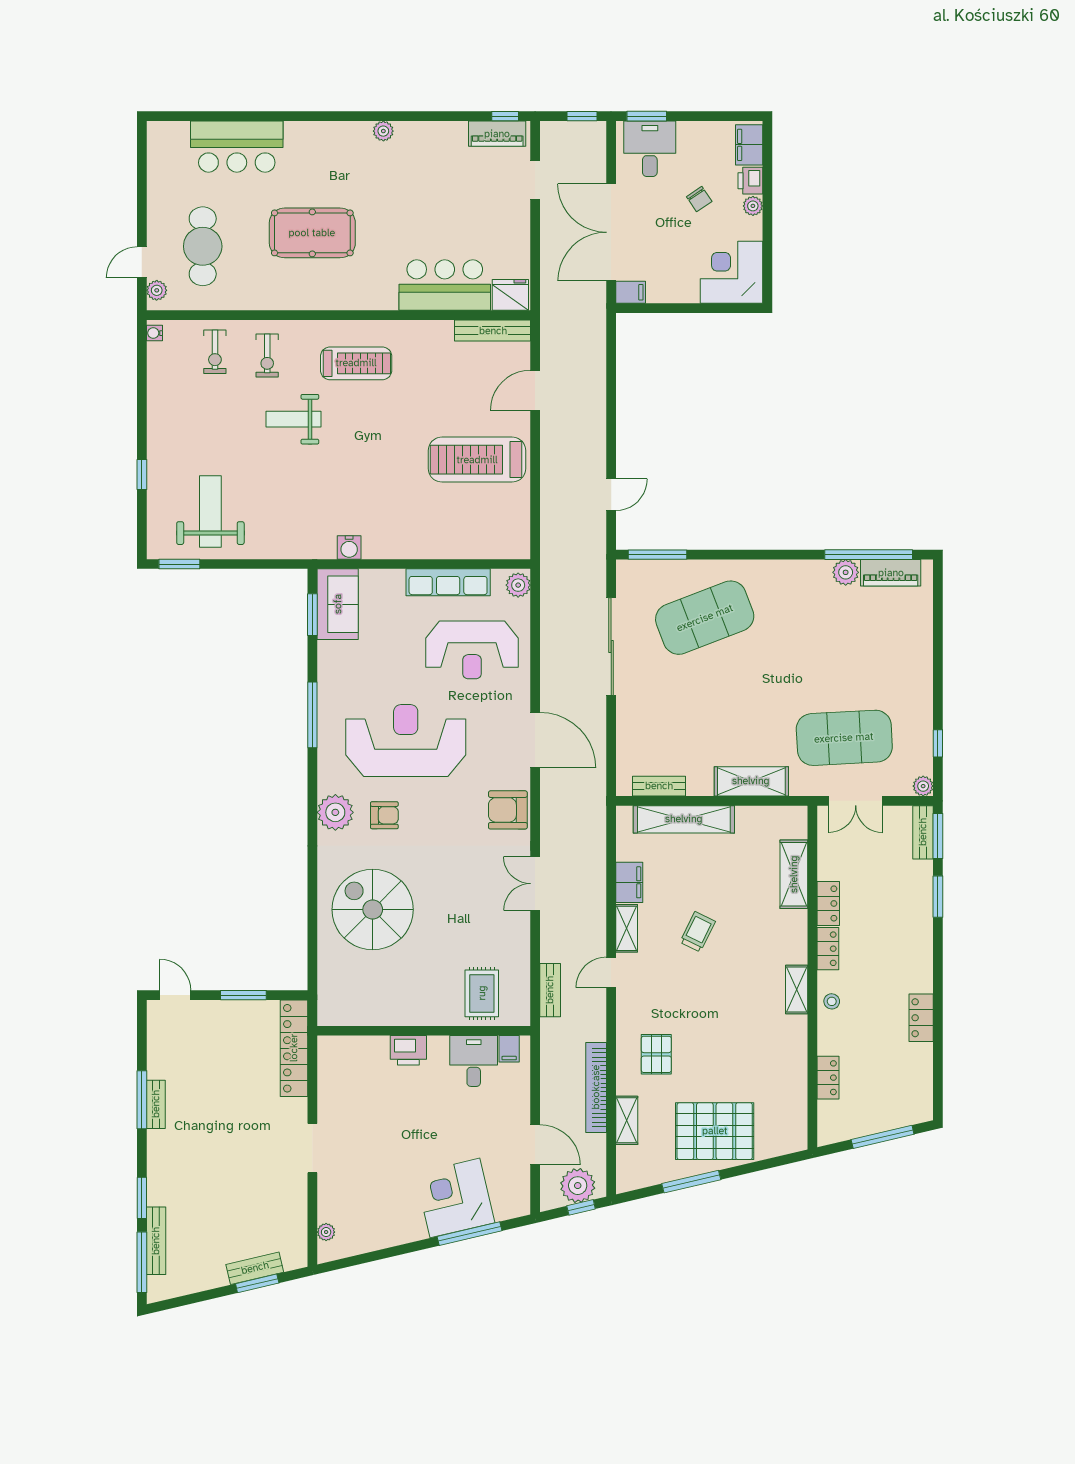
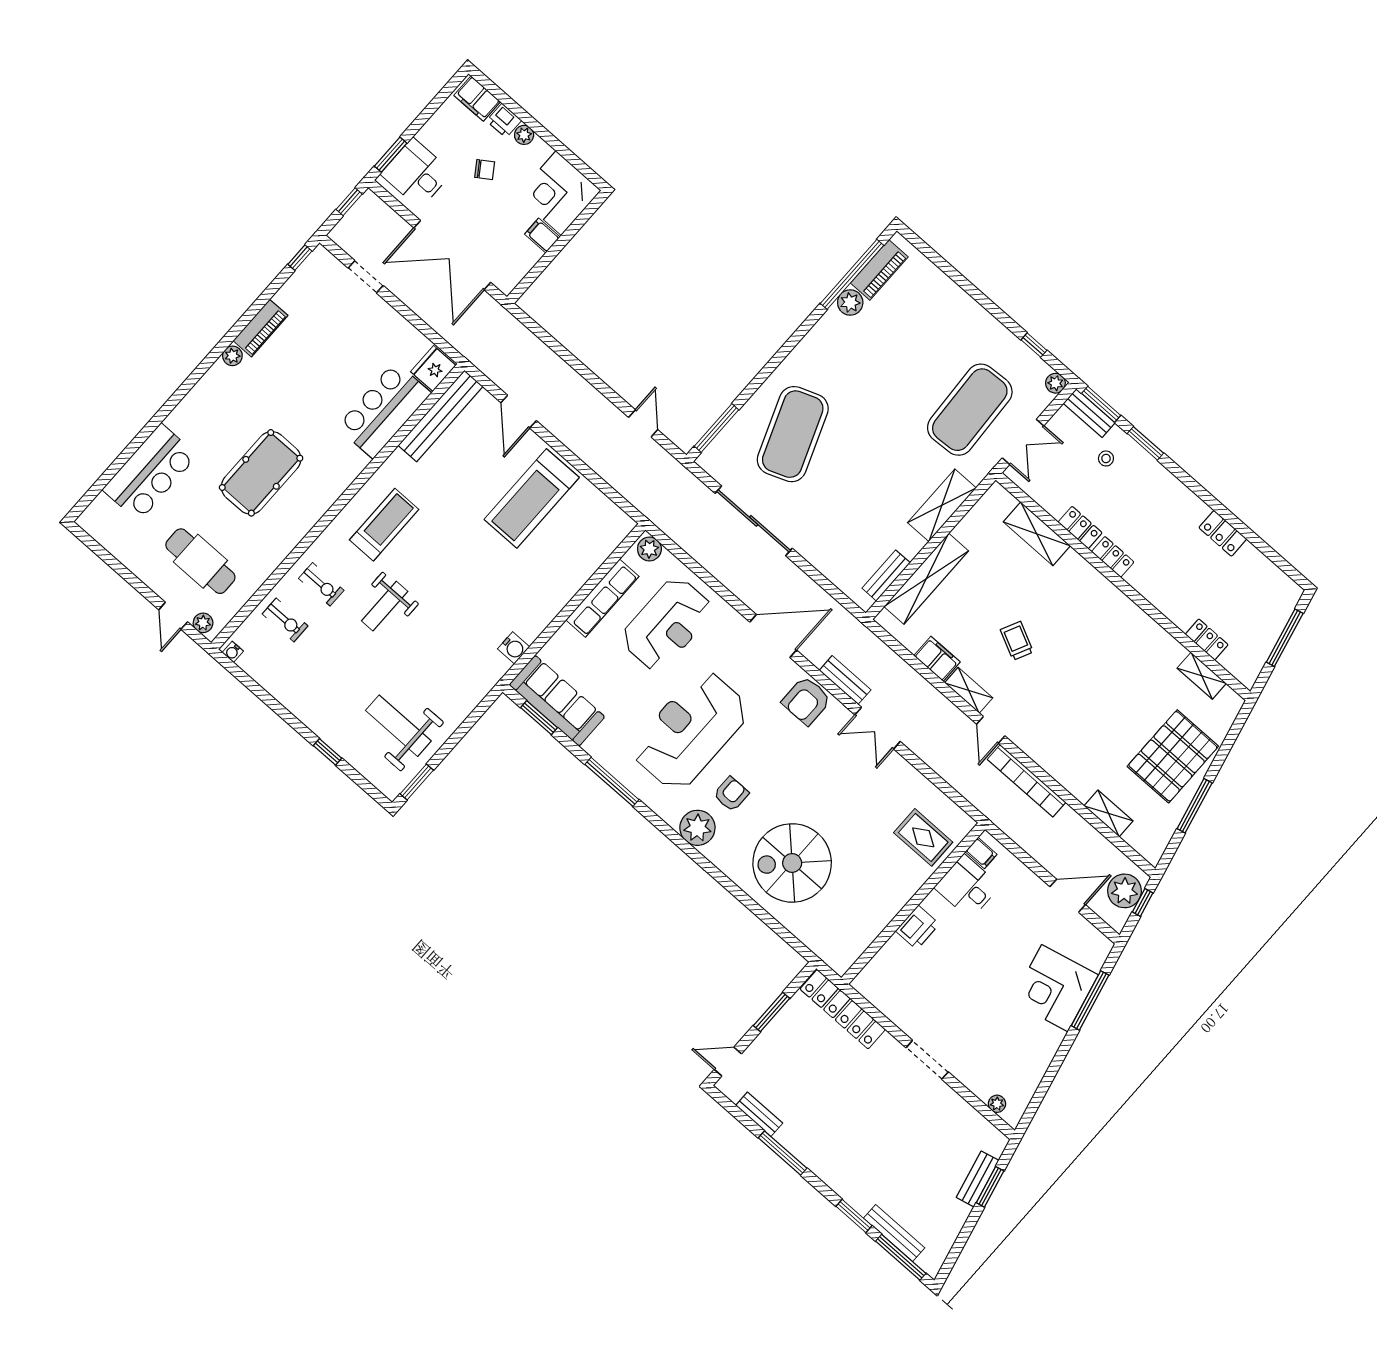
piano: (497, 134) -> (260, 328), moved
filing cabinet: (631, 292) -> (542, 236), moved, turned -90
bench: (493, 331) -> (440, 416), width x1.37, depth x1.21
sofa: (338, 604) -> (557, 701), width x1.36
shelving: (797, 989) -> (1202, 676), moved
bench: (550, 990) -> (845, 680), moved
stool: (832, 1001) -> (1106, 458), moved
pallet: (656, 1054) -> (1080, 749), removed
bookcase: (596, 1087) -> (1027, 781), moved
bench: (156, 1104) -> (759, 1114), moved

